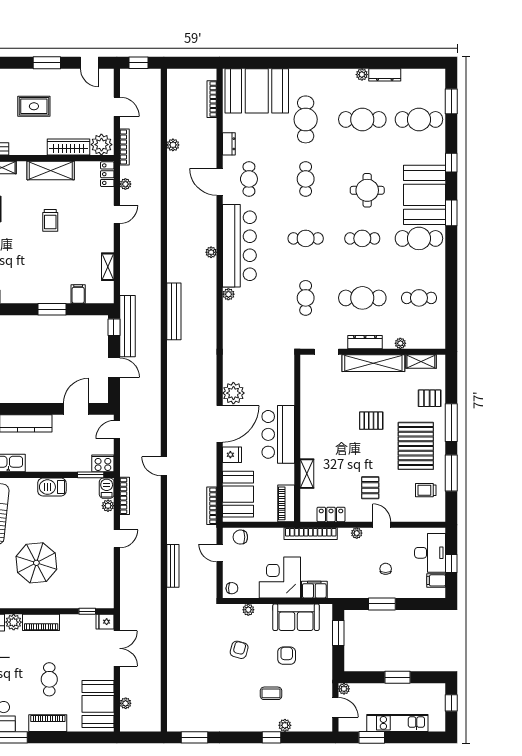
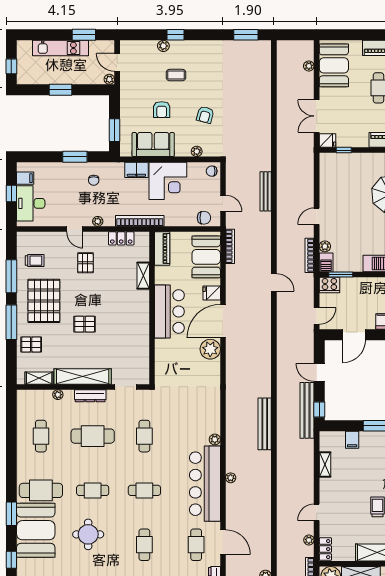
cafe table: (419, 298) -> (41, 436), turned 90
chair: (386, 569) -> (94, 180), moved

